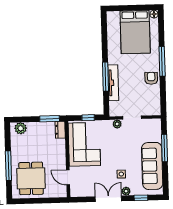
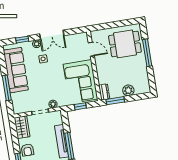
wardrobe: (154, 104) -> (22, 127), added
plant: (21, 128) -> (128, 90), moved
dining table: (31, 178) -> (125, 44), turned 90

